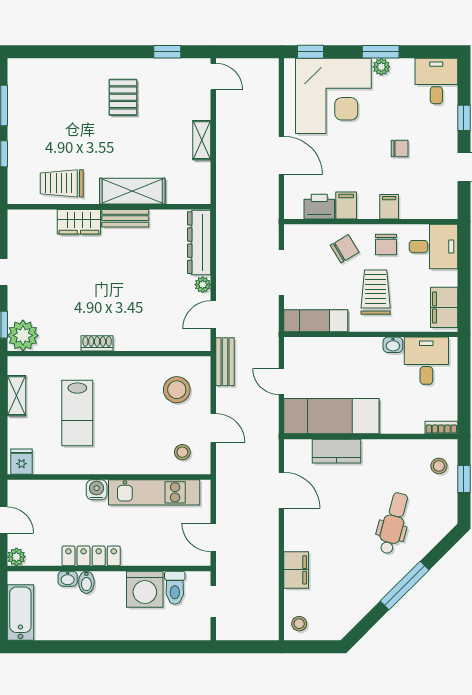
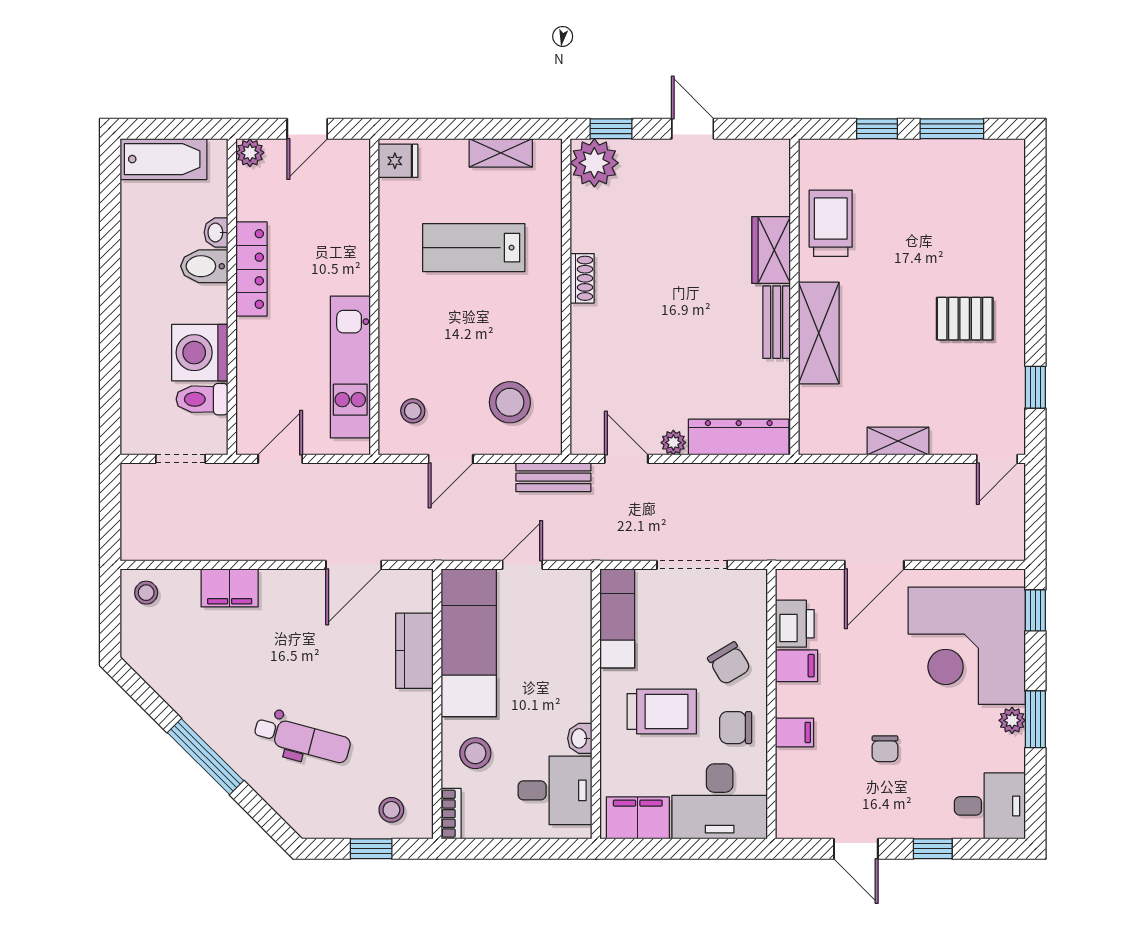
desk: (433, 247) -> (720, 801), width x1.37
stool: (402, 412) -> (475, 753), added
water cooler: (97, 490) -> (354, 278), removed
bidet: (86, 582) -> (204, 266), width x1.38, depth x1.36

